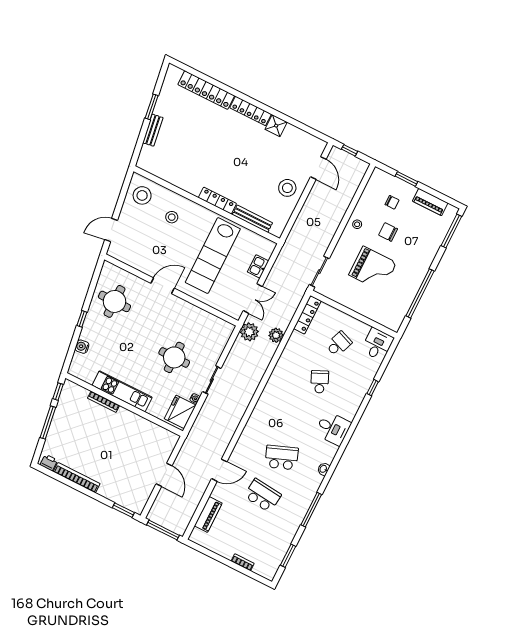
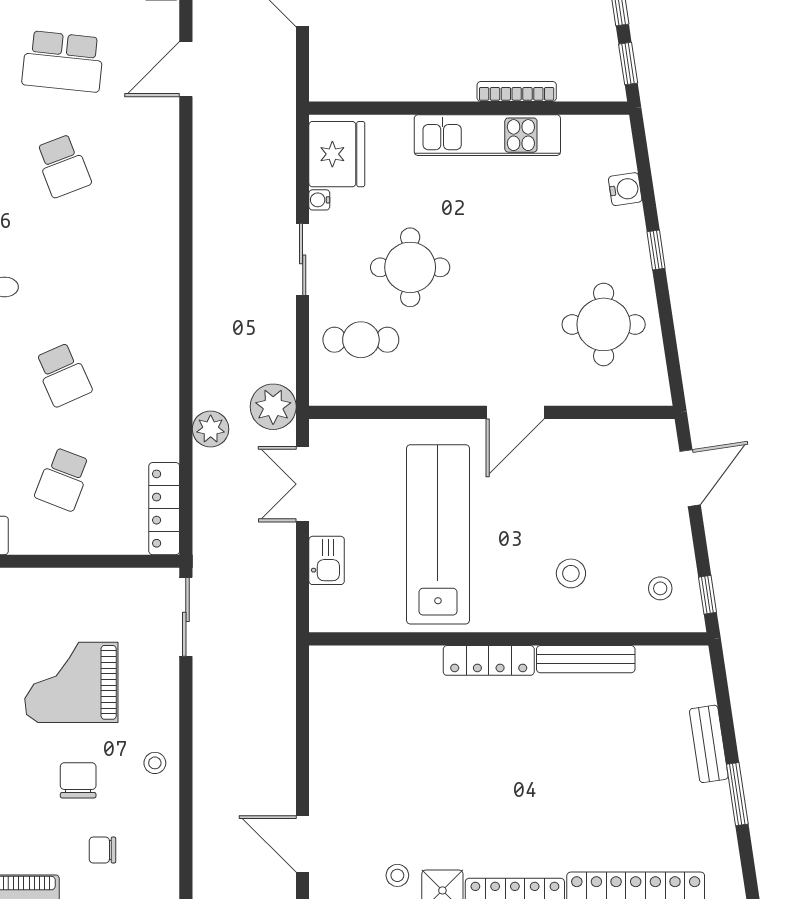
window: (126, 184) -> (708, 595), added
stool: (287, 188) -> (397, 875), moved, width x0.53, depth x0.53
stool: (142, 195) -> (660, 588), width x0.53, depth x0.53
bench: (252, 219) -> (586, 659), moved
chair: (388, 232) -> (78, 780), turned -90
cafe table: (205, 340) -> (361, 340), added
school desk: (282, 458) -> (63, 166), width x0.54

